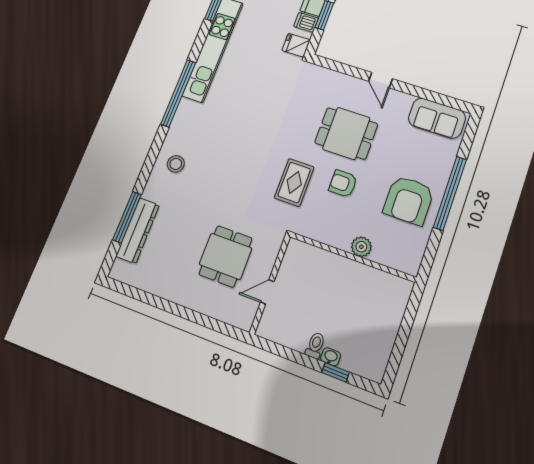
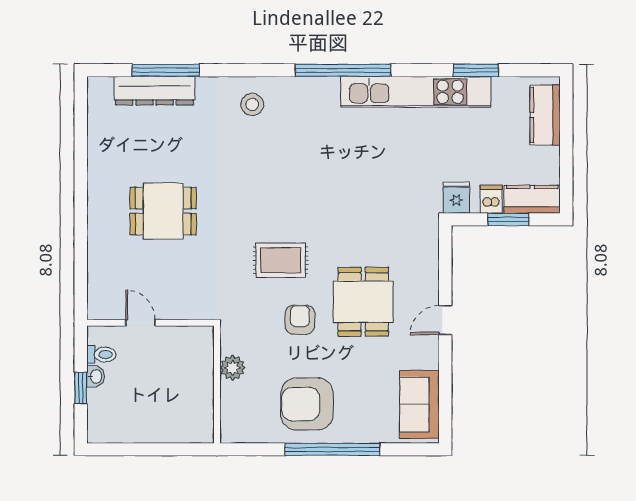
wall: (270, 284) -> (150, 323), moved
door: (267, 292) -> (141, 323), moved

